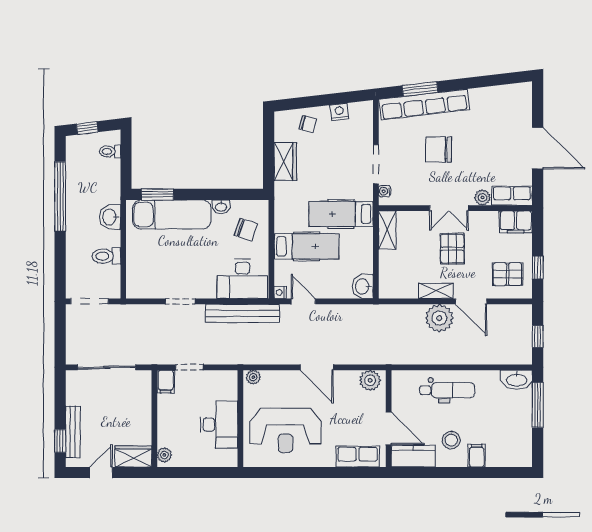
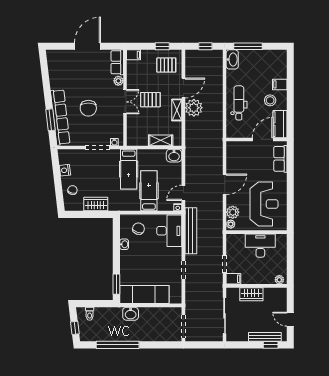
exam couch: (172, 214) -> (144, 295), moved, turned -90
filing cabinet: (516, 222) -> (134, 55), width x0.50
shelving: (387, 230) -> (161, 140), moved
toilet: (106, 256) -> (155, 316), removed
pallet: (508, 274) -> (166, 65), turned 90
plant: (370, 380) -> (233, 212), moved
wardrobe: (133, 456) -> (251, 294), moved, turned -90

